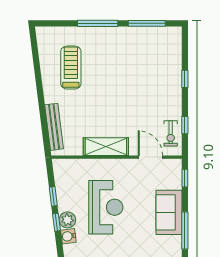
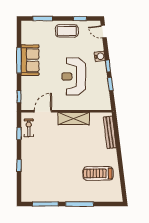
treadmill: (71, 68) -> (98, 173), turned 90
door: (150, 157) -> (43, 111), swing flipped
sofa: (169, 212) -> (30, 60), moved
plant: (67, 220) -> (100, 68), removed

